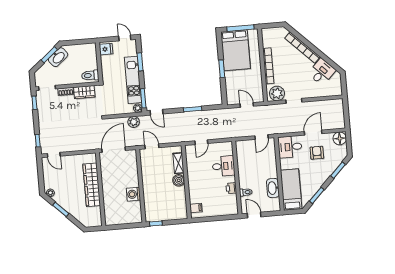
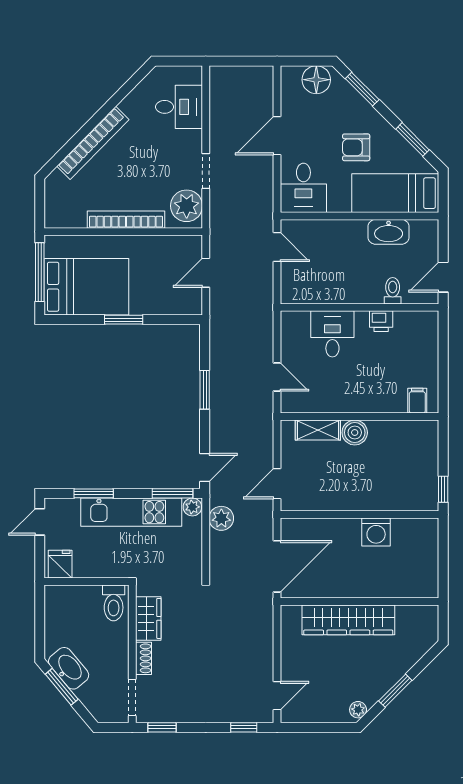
desk: (322, 72) -> (179, 107), moved, turned 136
door: (313, 133) -> (277, 136), hinge flipped
floor lamp: (340, 138) -> (316, 80), moved
door: (114, 150) -> (277, 566), swing flipped
armchair: (317, 153) -> (356, 147), moved

